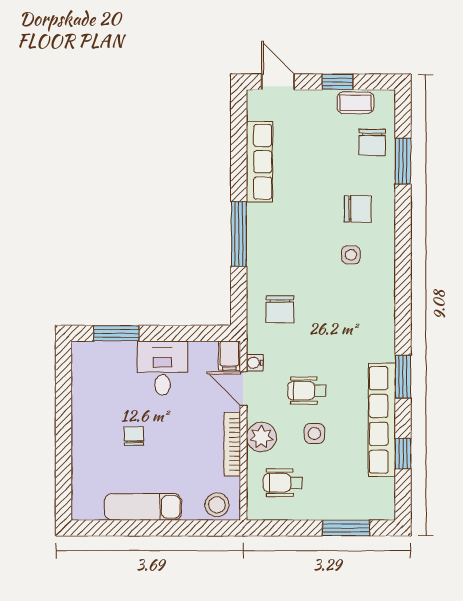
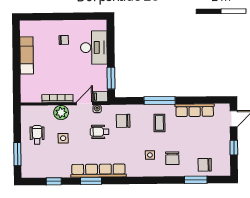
coffee table: (355, 103) -> (159, 123), moved
window: (116, 333) -> (111, 78), moved
desk: (162, 368) -> (94, 48), moved, width x1.37
wheelchair: (307, 391) -> (100, 132), moved, turned -90
row of seats: (382, 420) -> (98, 171), moved
chair: (134, 436) -> (64, 40), moved
wheelchair: (283, 483) -> (37, 135), moved
stool: (217, 505) -> (28, 91), removed

